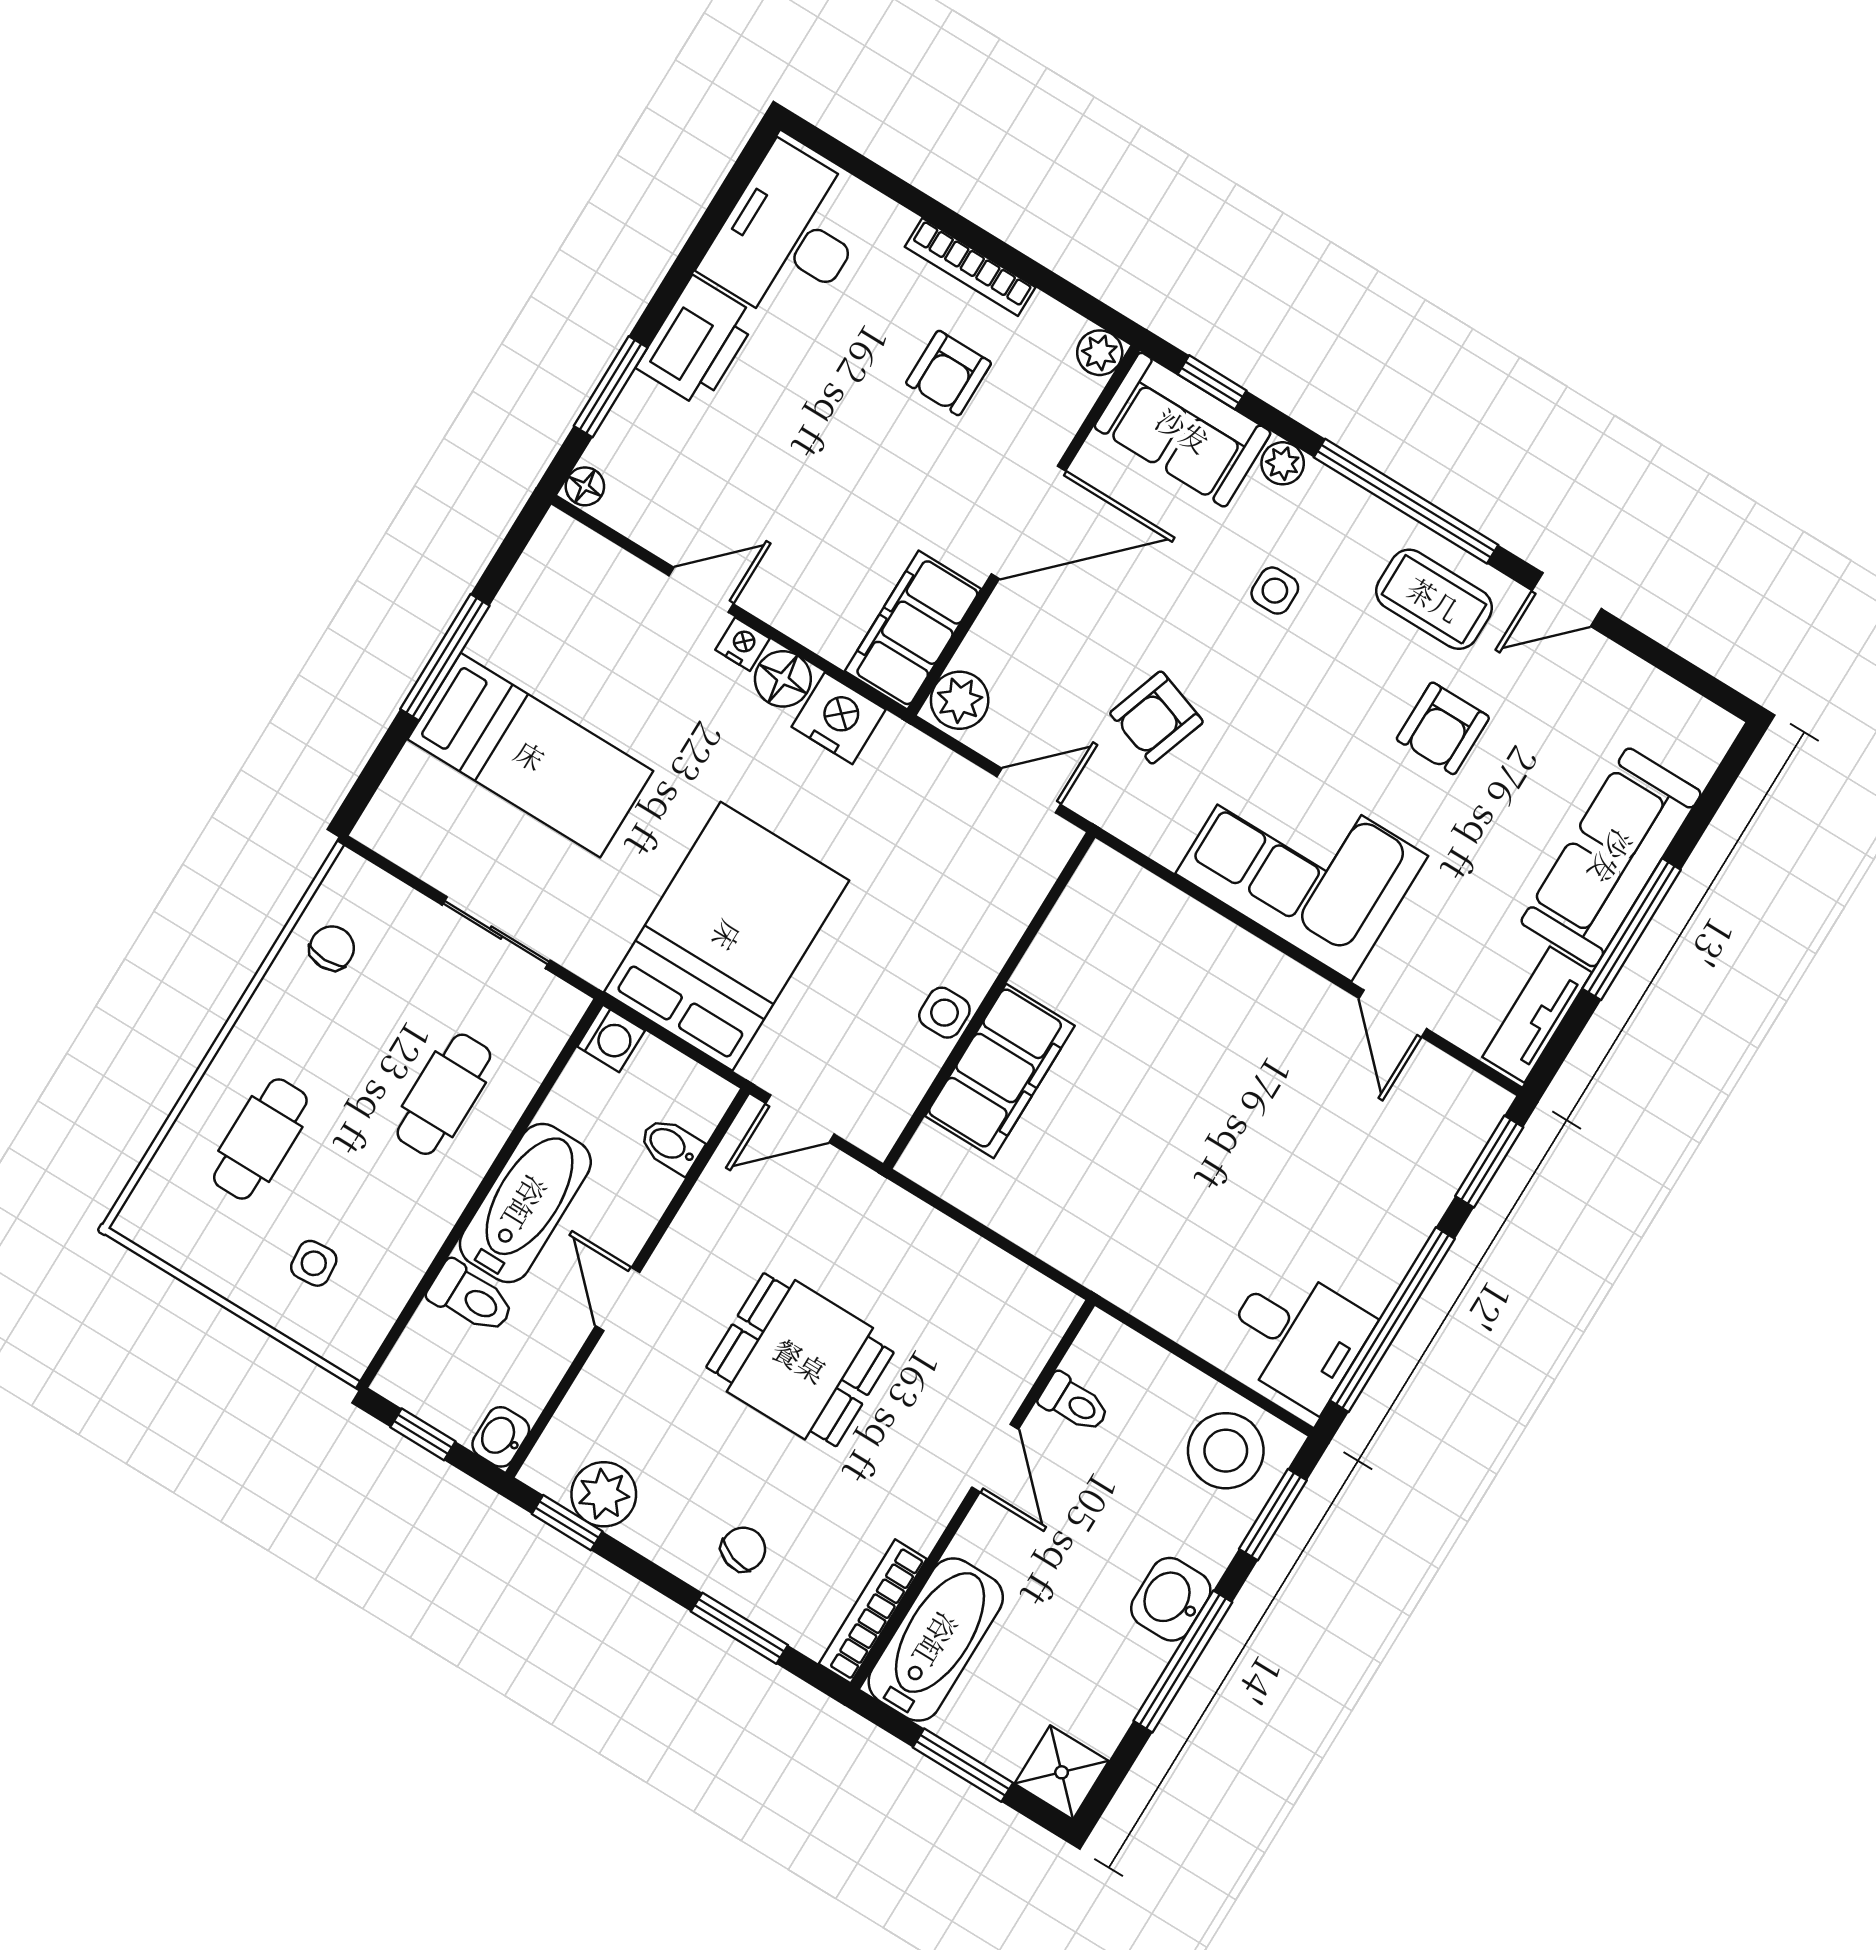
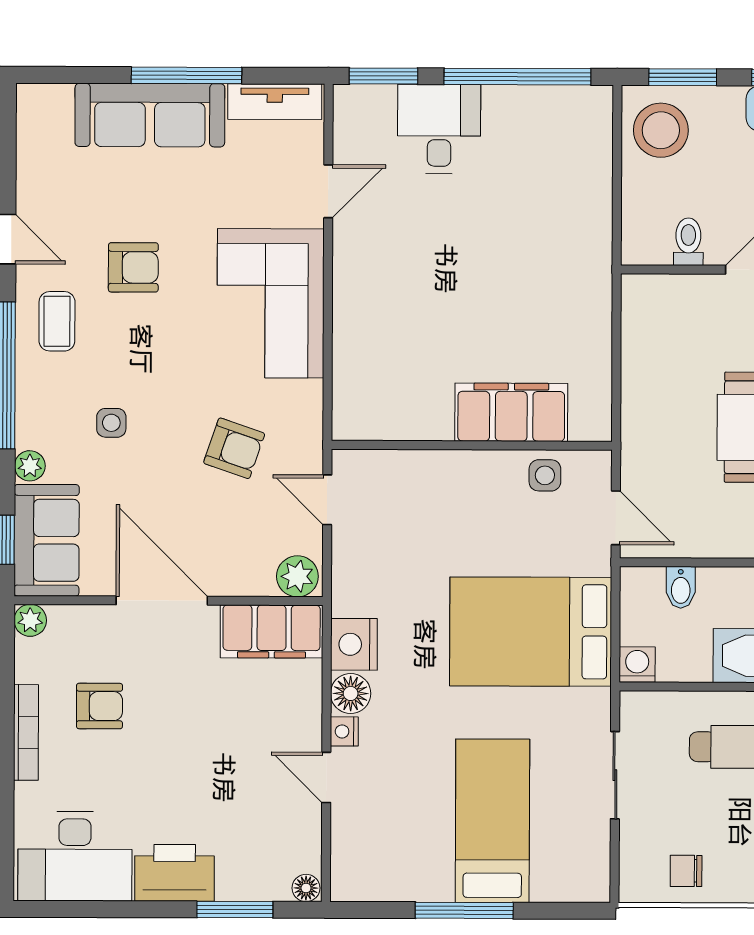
coffee table: (1434, 599) -> (57, 321), width x0.73, depth x0.77
side table: (944, 1013) -> (545, 475), moved
desk: (1297, 1336) -> (439, 129), moved

